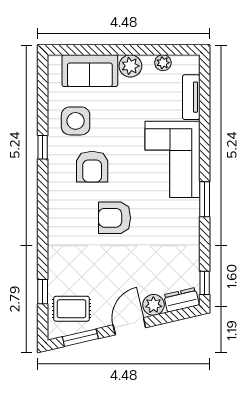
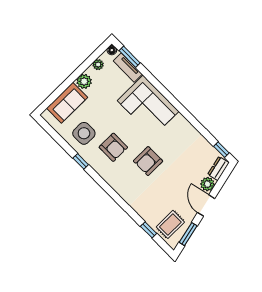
floor lamp: (193, 62) -> (112, 50), added
window: (205, 199) -> (130, 57), moved

